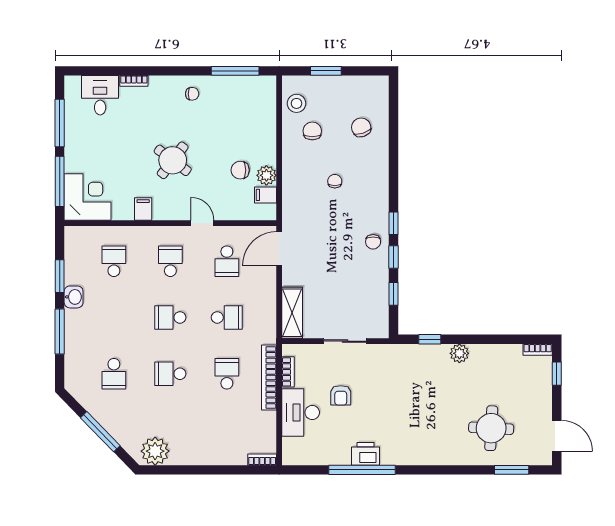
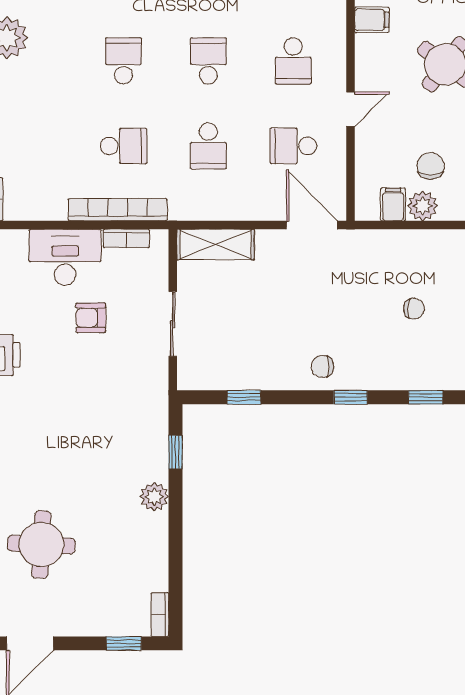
window: (393, 257) -> (426, 397), moved
school desk: (170, 261) -> (293, 61), turned 90

